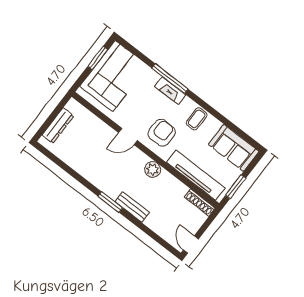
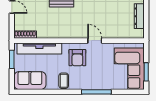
fireplace: (170, 91) -> (91, 85), removed
door: (128, 137) -> (95, 41), hinge flipped
plant: (153, 169) -> (66, 33), removed

